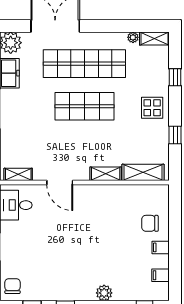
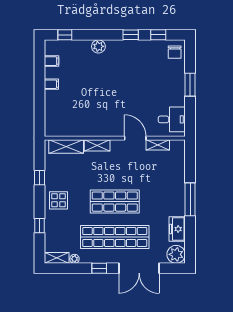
window: (103, 26) -> (99, 268), added
shelving: (18, 174) -> (158, 145), moved
chair: (150, 223) -> (60, 104), removed

